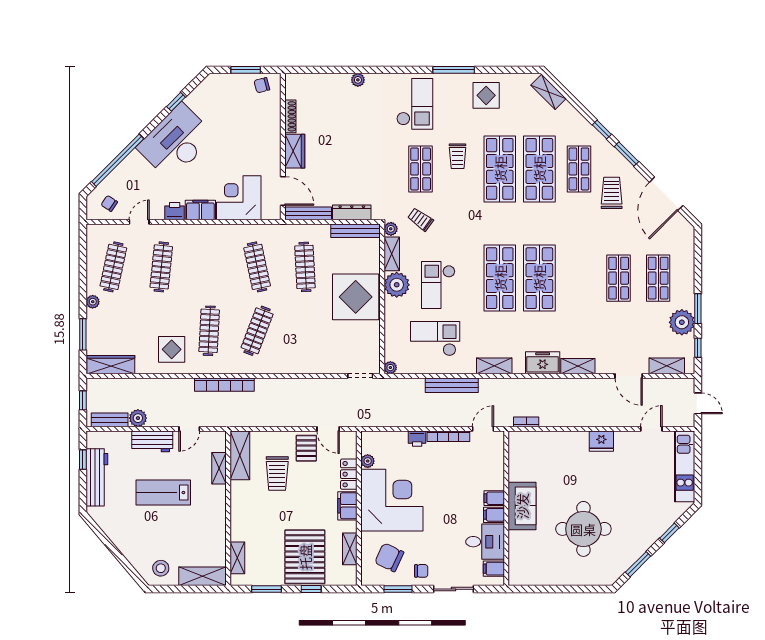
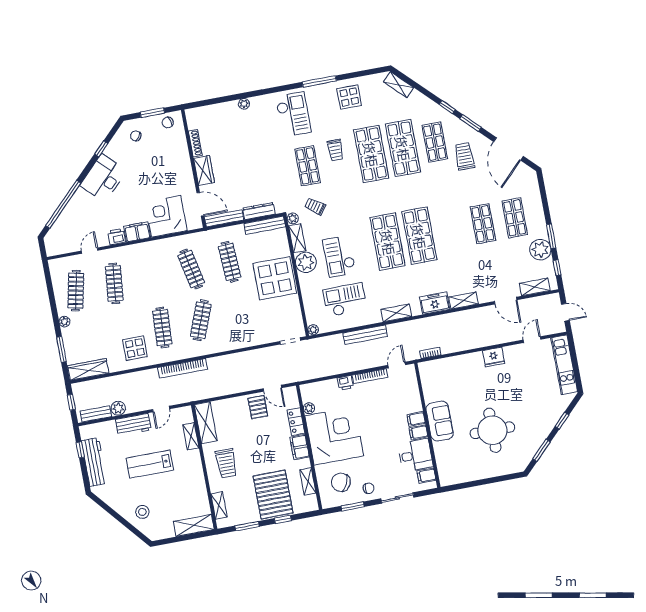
desk: (176, 142) -> (103, 178), width x0.73, depth x0.77
chair: (109, 203) -> (136, 136), moved
trolley: (277, 473) -> (226, 463), moved
stool: (161, 568) -> (142, 512), moved

